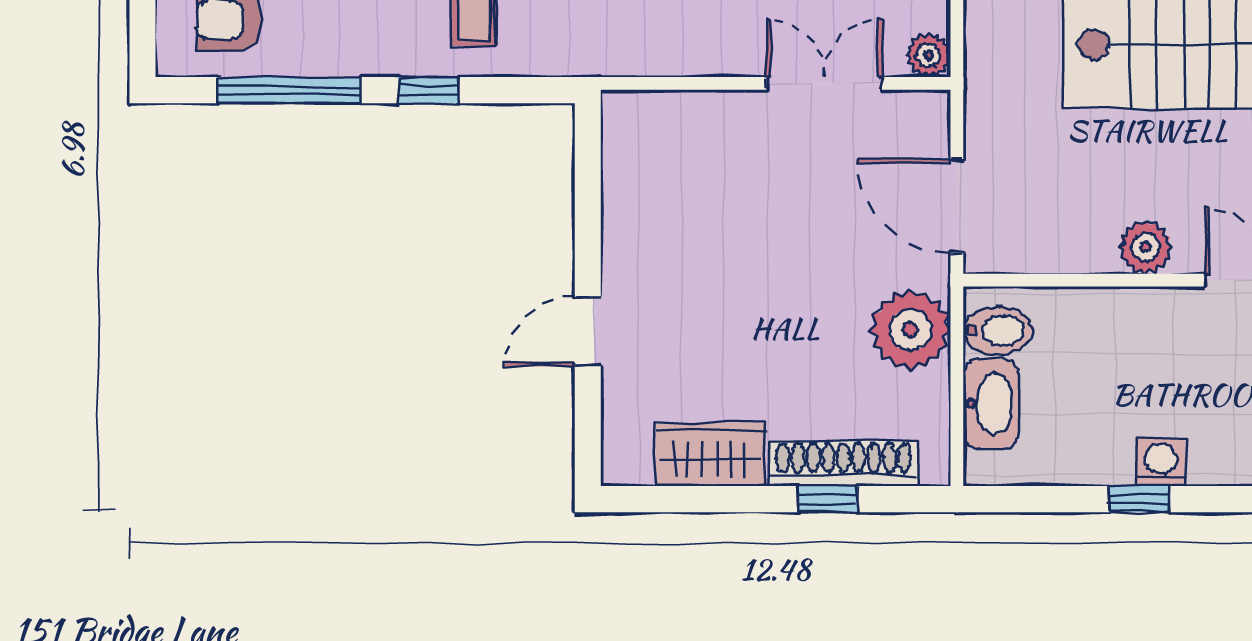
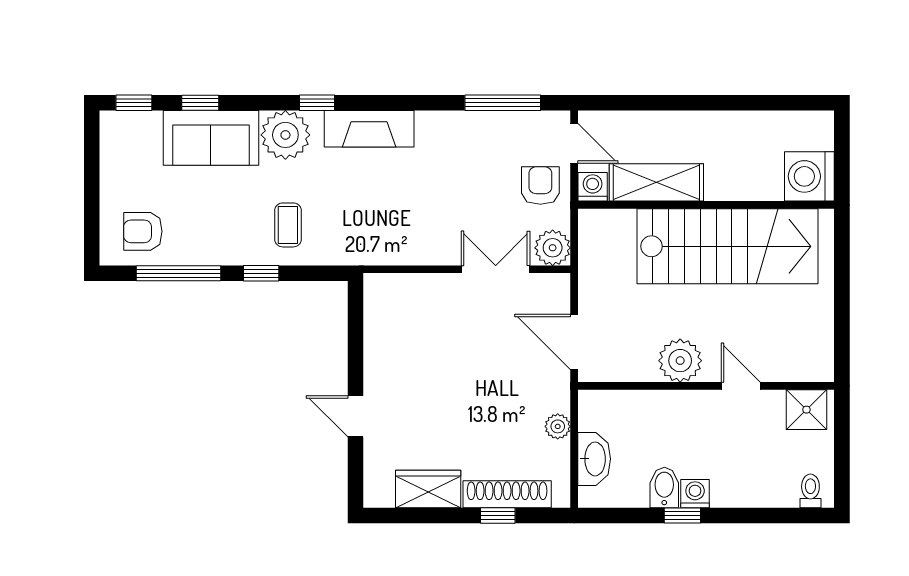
plant: (929, 55) -> (553, 248), width x1.38, depth x1.38
plant: (1146, 247) -> (680, 361), width x1.36, depth x1.36
plant: (910, 330) -> (558, 426), width x0.53, depth x0.53
bidet: (997, 331) -> (664, 488), moved, turned -90
door: (588, 332) -> (356, 416), hinge flipped

